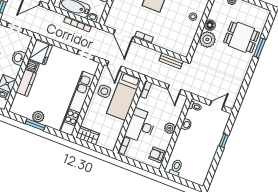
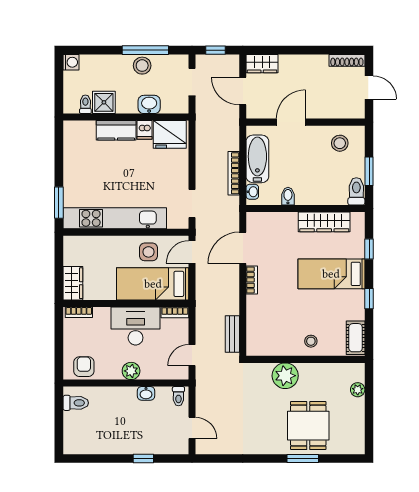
floor lamp: (210, 25) -> (308, 371), removed
plant: (38, 117) -> (73, 168), removed
window: (35, 125) -> (59, 203), moved
desk: (141, 126) -> (136, 326), moved
wardrobe: (88, 135) -> (73, 283), moved

